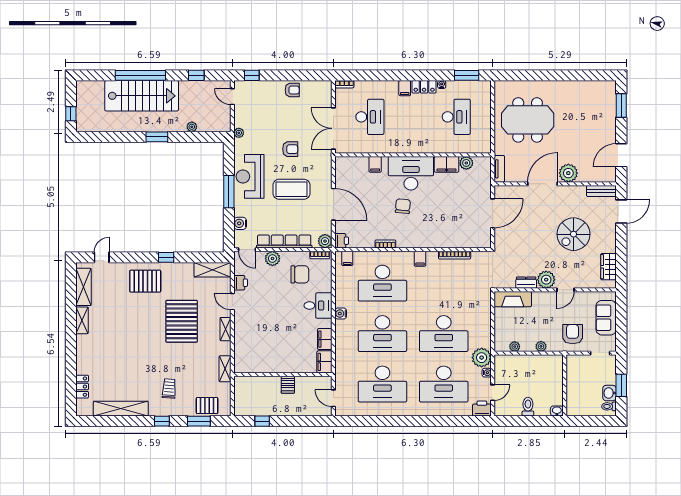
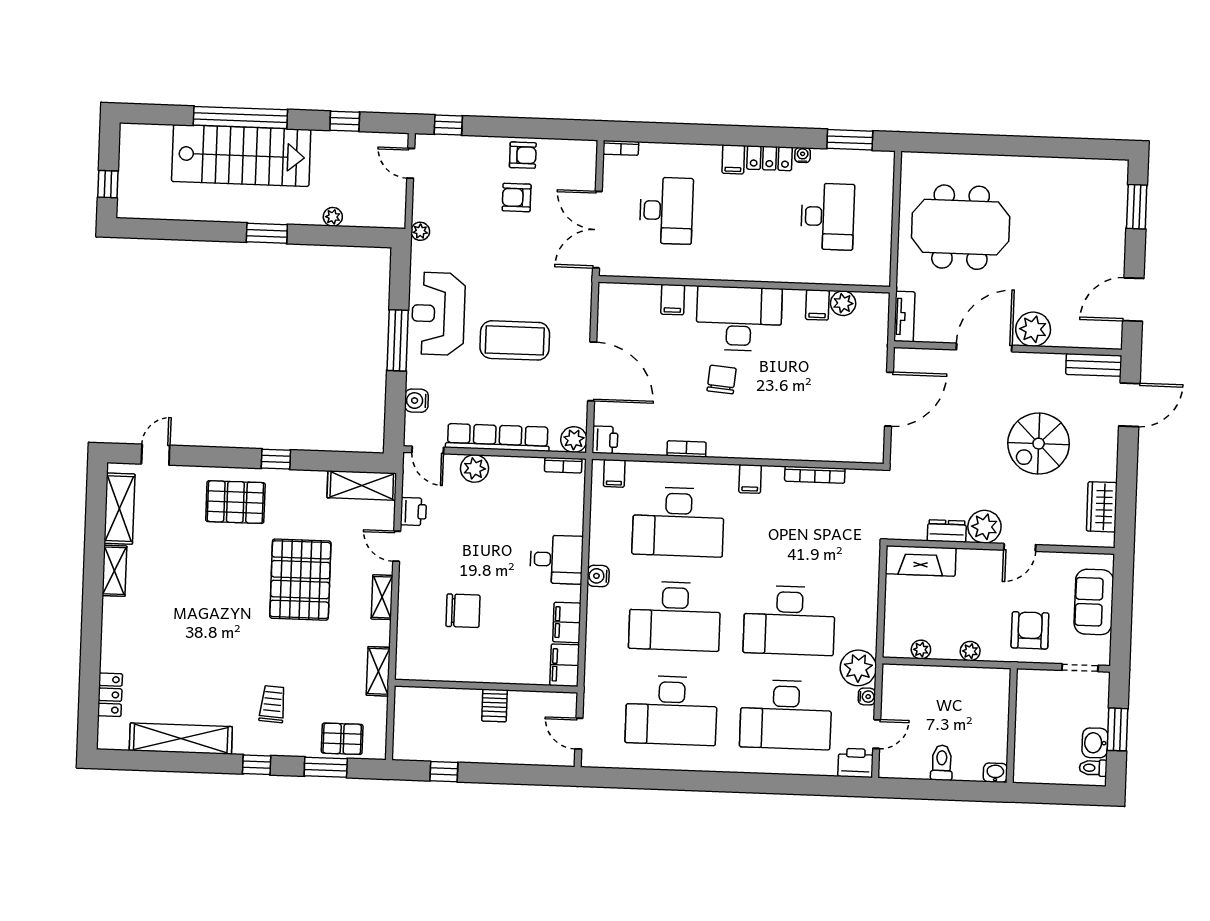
armchair: (290, 149) -> (517, 197), moved, turned 180
filing cabinet: (447, 164) -> (817, 305), width x0.50
chair: (300, 274) -> (463, 611), moved

